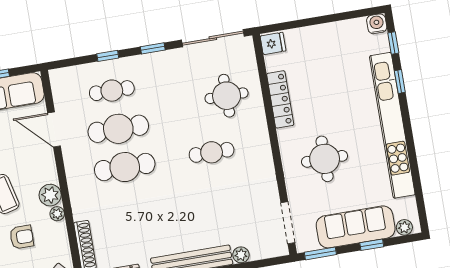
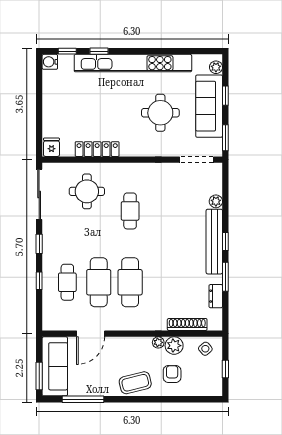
round table: (325, 159) -> (160, 113), moved
plant: (50, 195) -> (174, 346), moved

